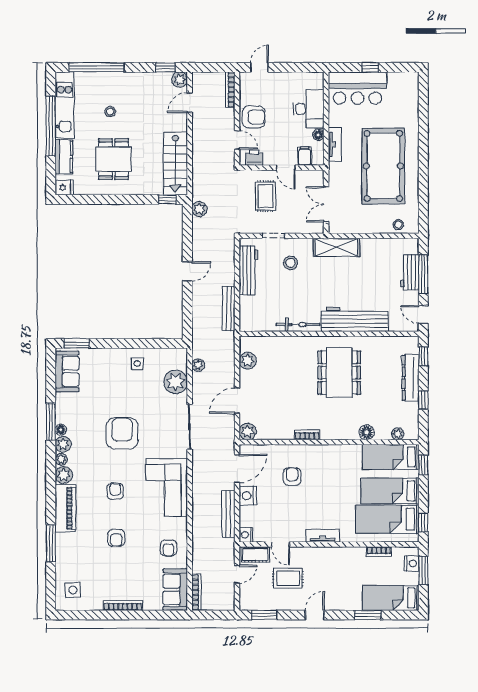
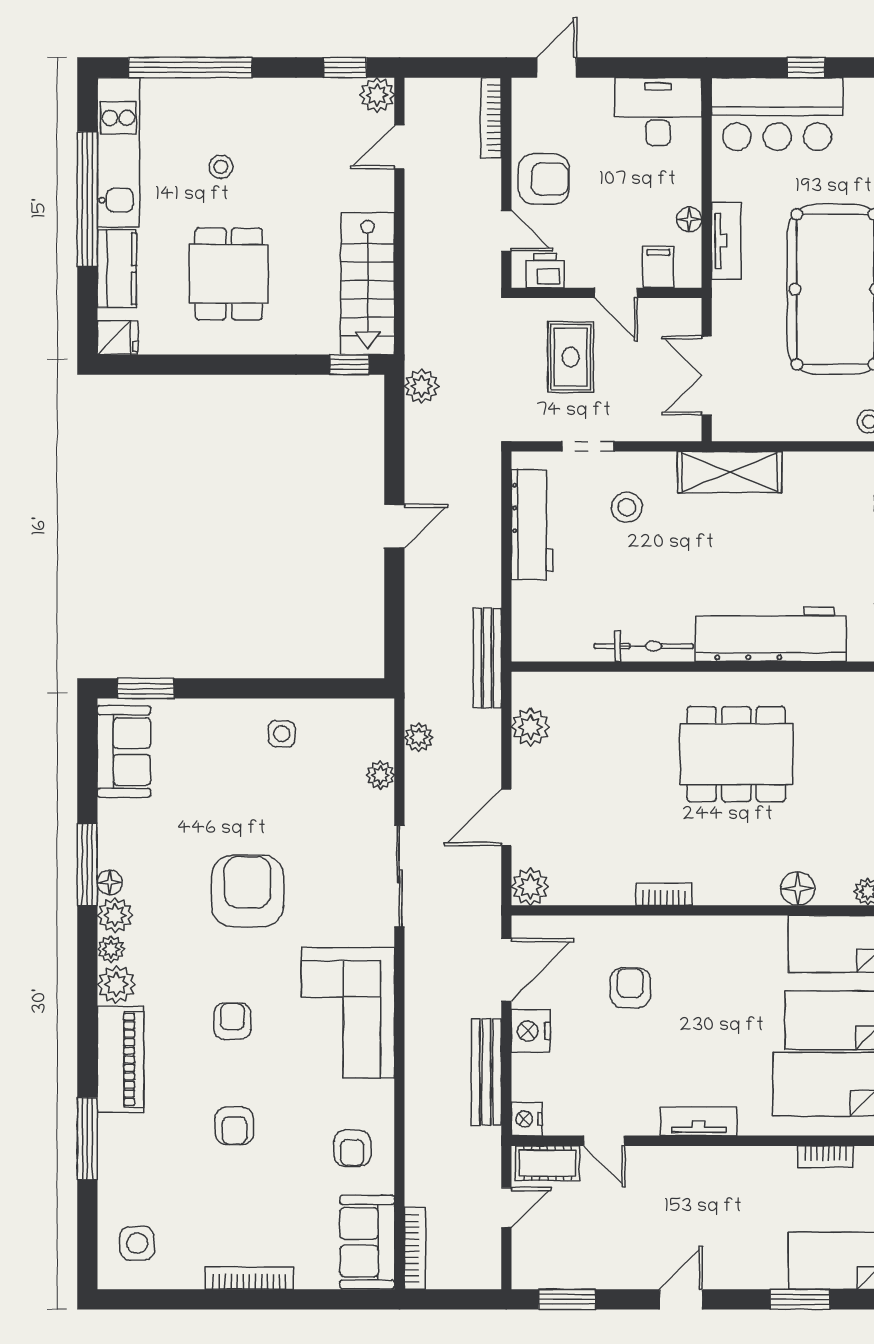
desk: (309, 109) -> (658, 112), moved, turned -90
bench: (229, 309) -> (487, 658), moved
dining table: (339, 373) -> (736, 754), turned 90
plant: (176, 382) -> (380, 775), width x0.53, depth x0.53
rug: (288, 578) -> (621, 1217), removed

